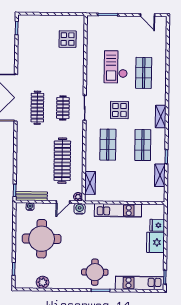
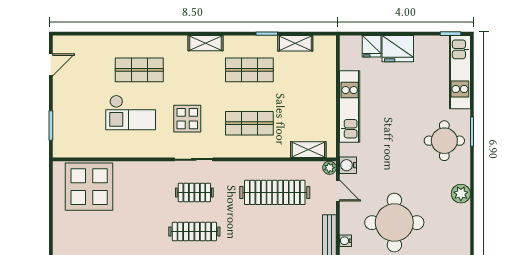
display table: (68, 39) -> (89, 187), width x1.86, depth x1.86
display table: (119, 110) -> (187, 119), moved
plant: (43, 282) -> (461, 194), moved

